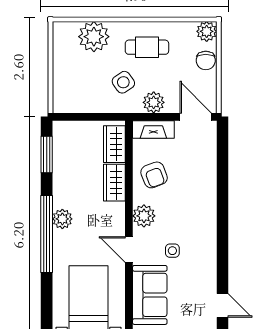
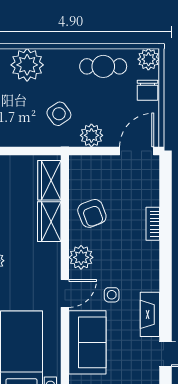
cafe table: (147, 47) -> (103, 66), moved
door: (196, 117) -> (137, 151), hinge flipped
fireplace: (153, 130) -> (150, 314), moved, turned 90
bookcase: (211, 184) -> (153, 224), added
door: (129, 249) -> (65, 293), swing flipped

